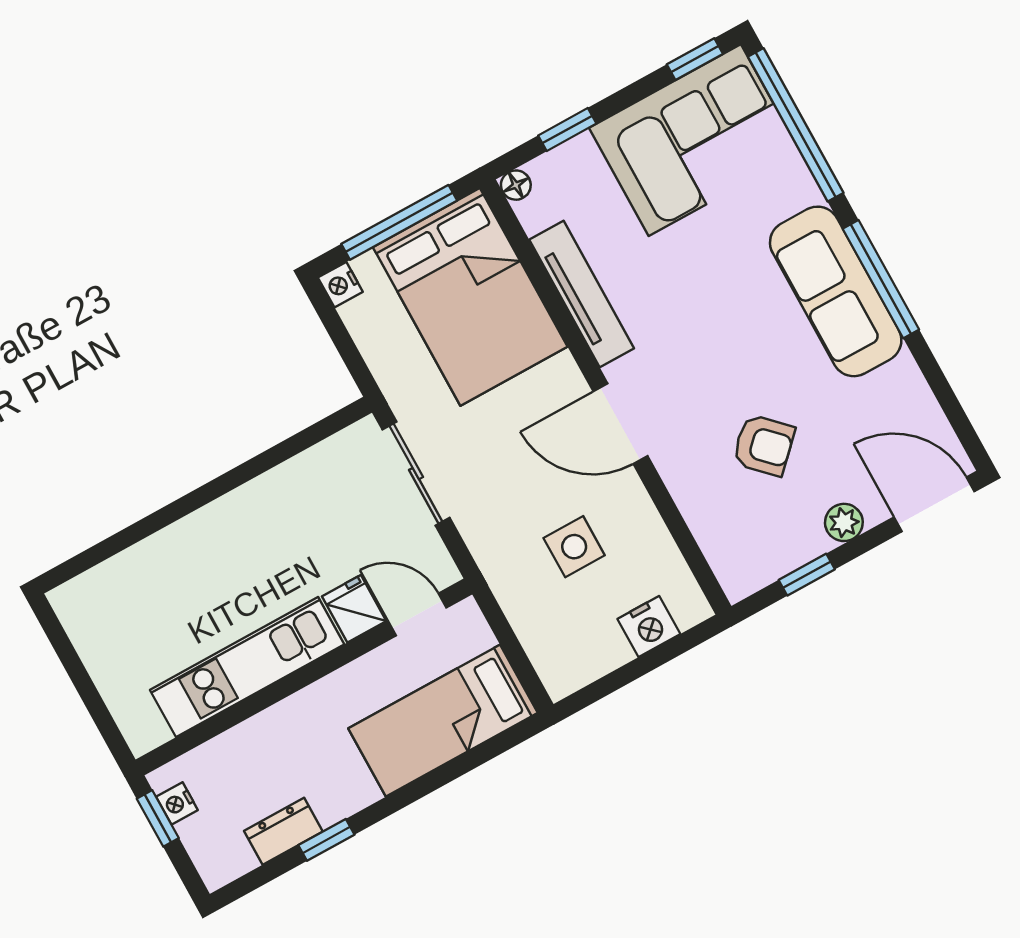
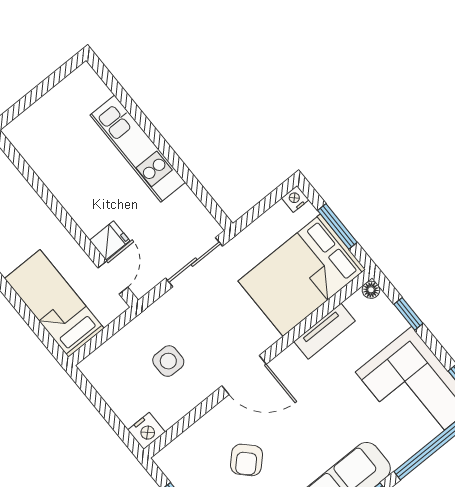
window: (399, 222) -> (337, 226), width x0.69
tv unit: (582, 294) -> (325, 331), width x0.71
door: (620, 424) -> (244, 375), swing flipped
nightstand: (649, 627) -> (146, 431), moved, turned -90
kitchen unit: (247, 667) -> (138, 149), moved, turned 180

